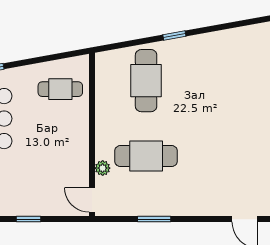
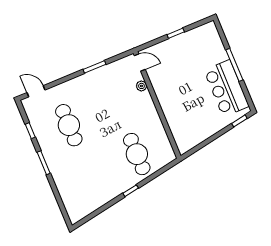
cafe table: (60, 89) -> (190, 126), removed
cafe table: (146, 156) -> (69, 125), moved, turned 90

